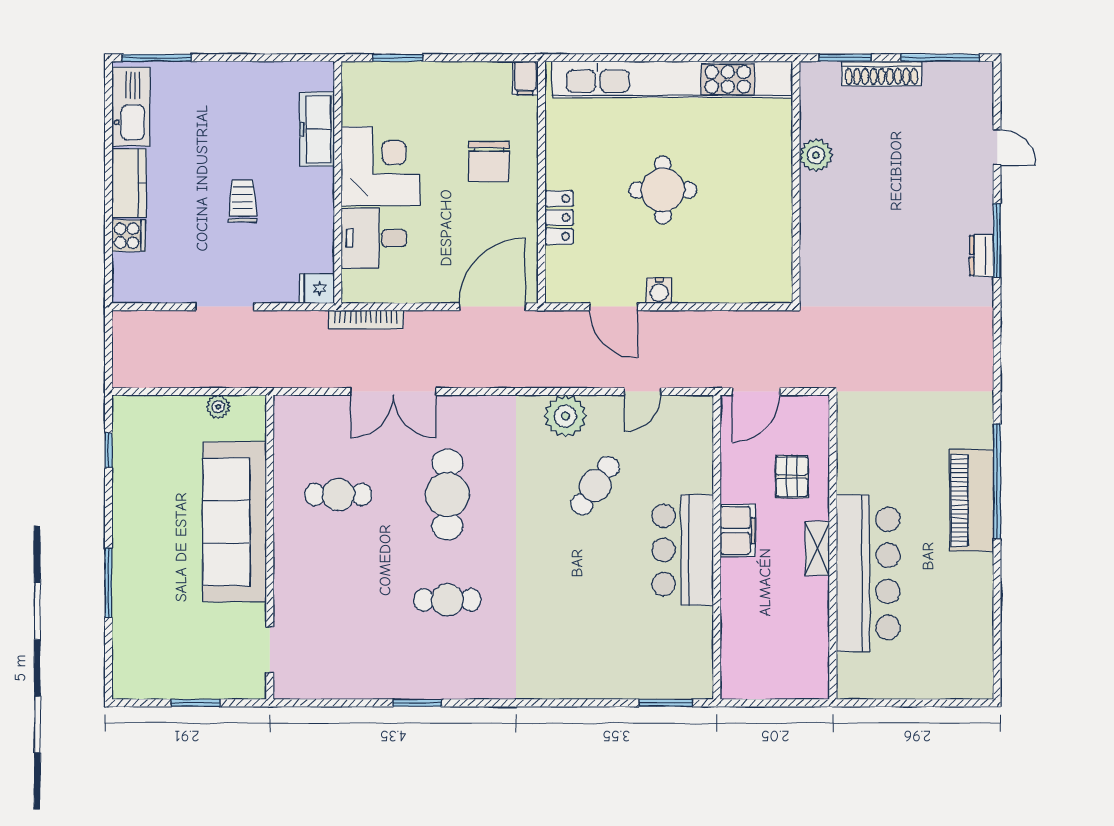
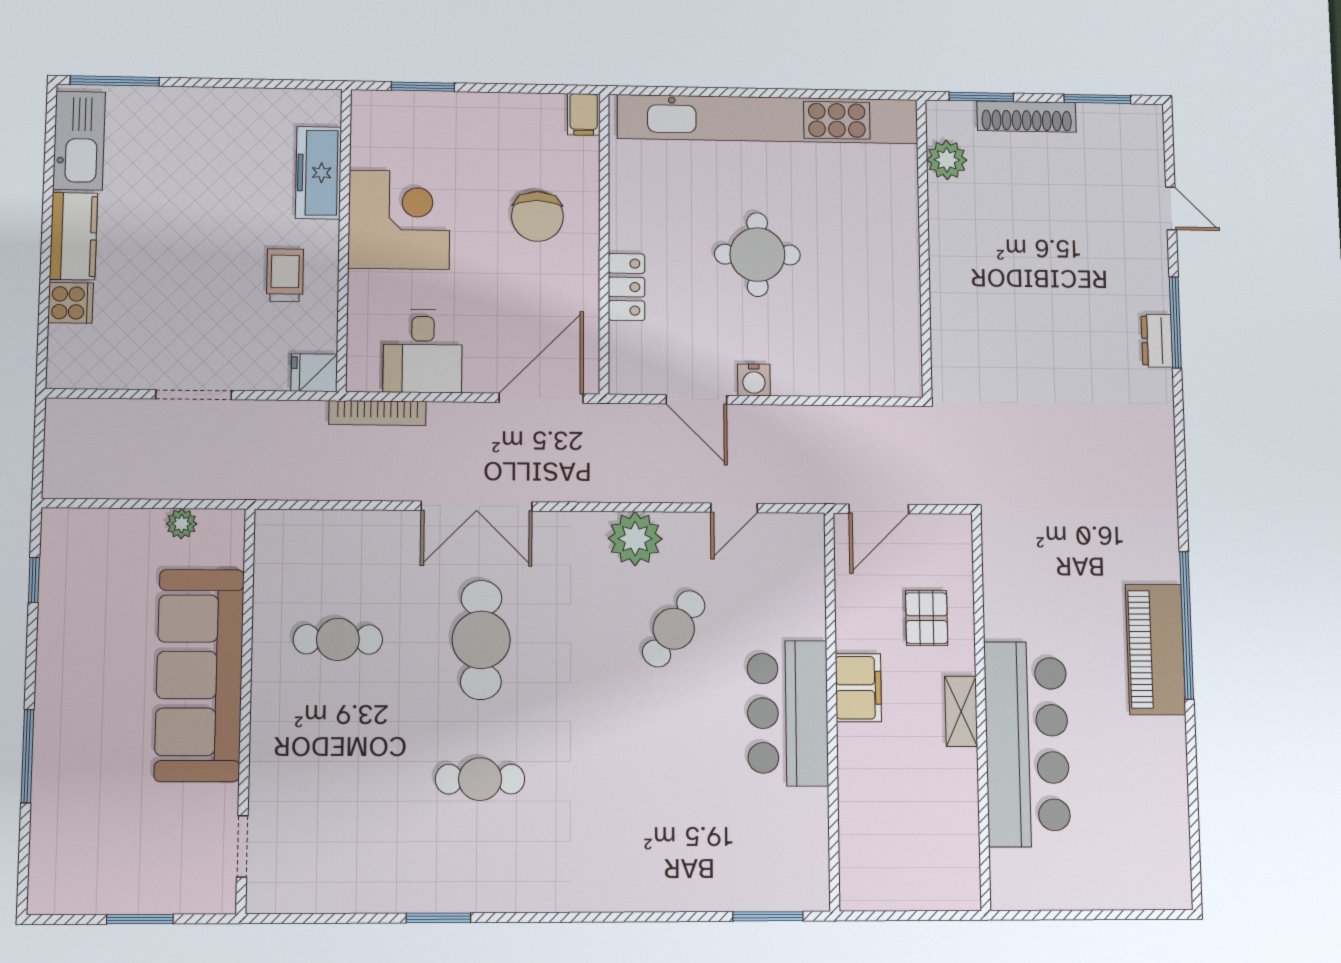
window: (940, 58) -> (1098, 99), width x0.69
plant: (816, 155) -> (947, 160), moved
trolley: (243, 201) -> (285, 275), moved
desk: (374, 238) -> (423, 351), moved, turned -90
double door: (393, 392) -> (477, 506), moved

